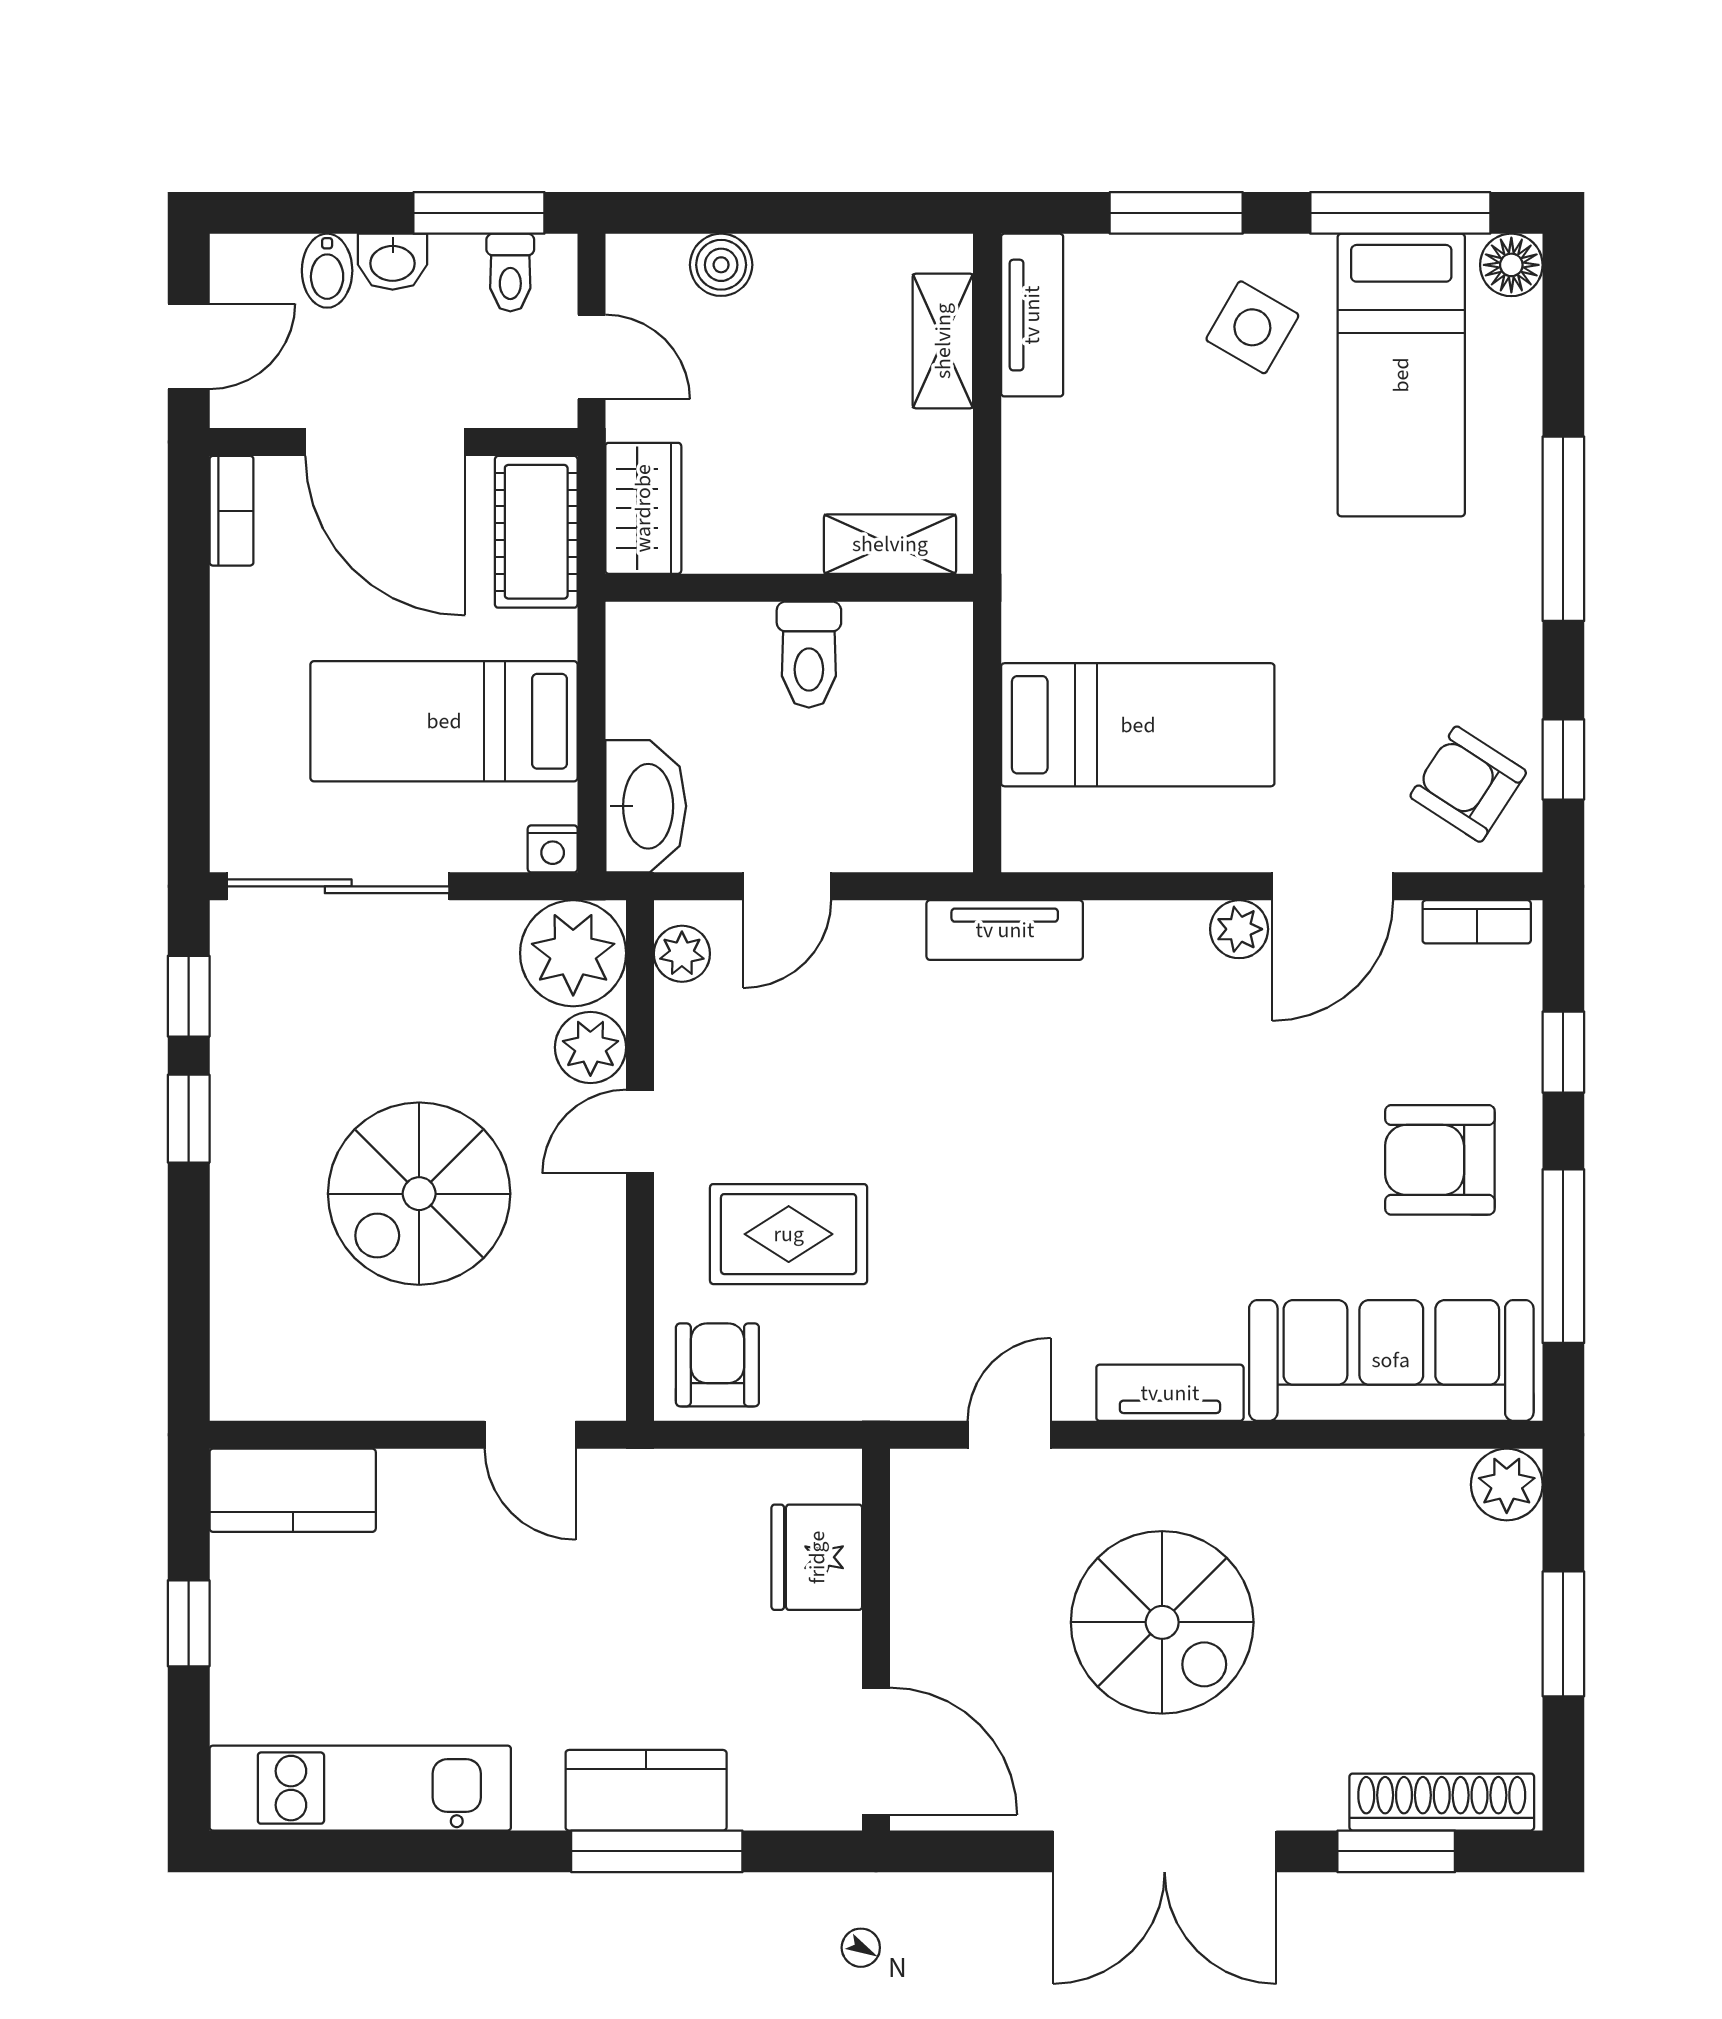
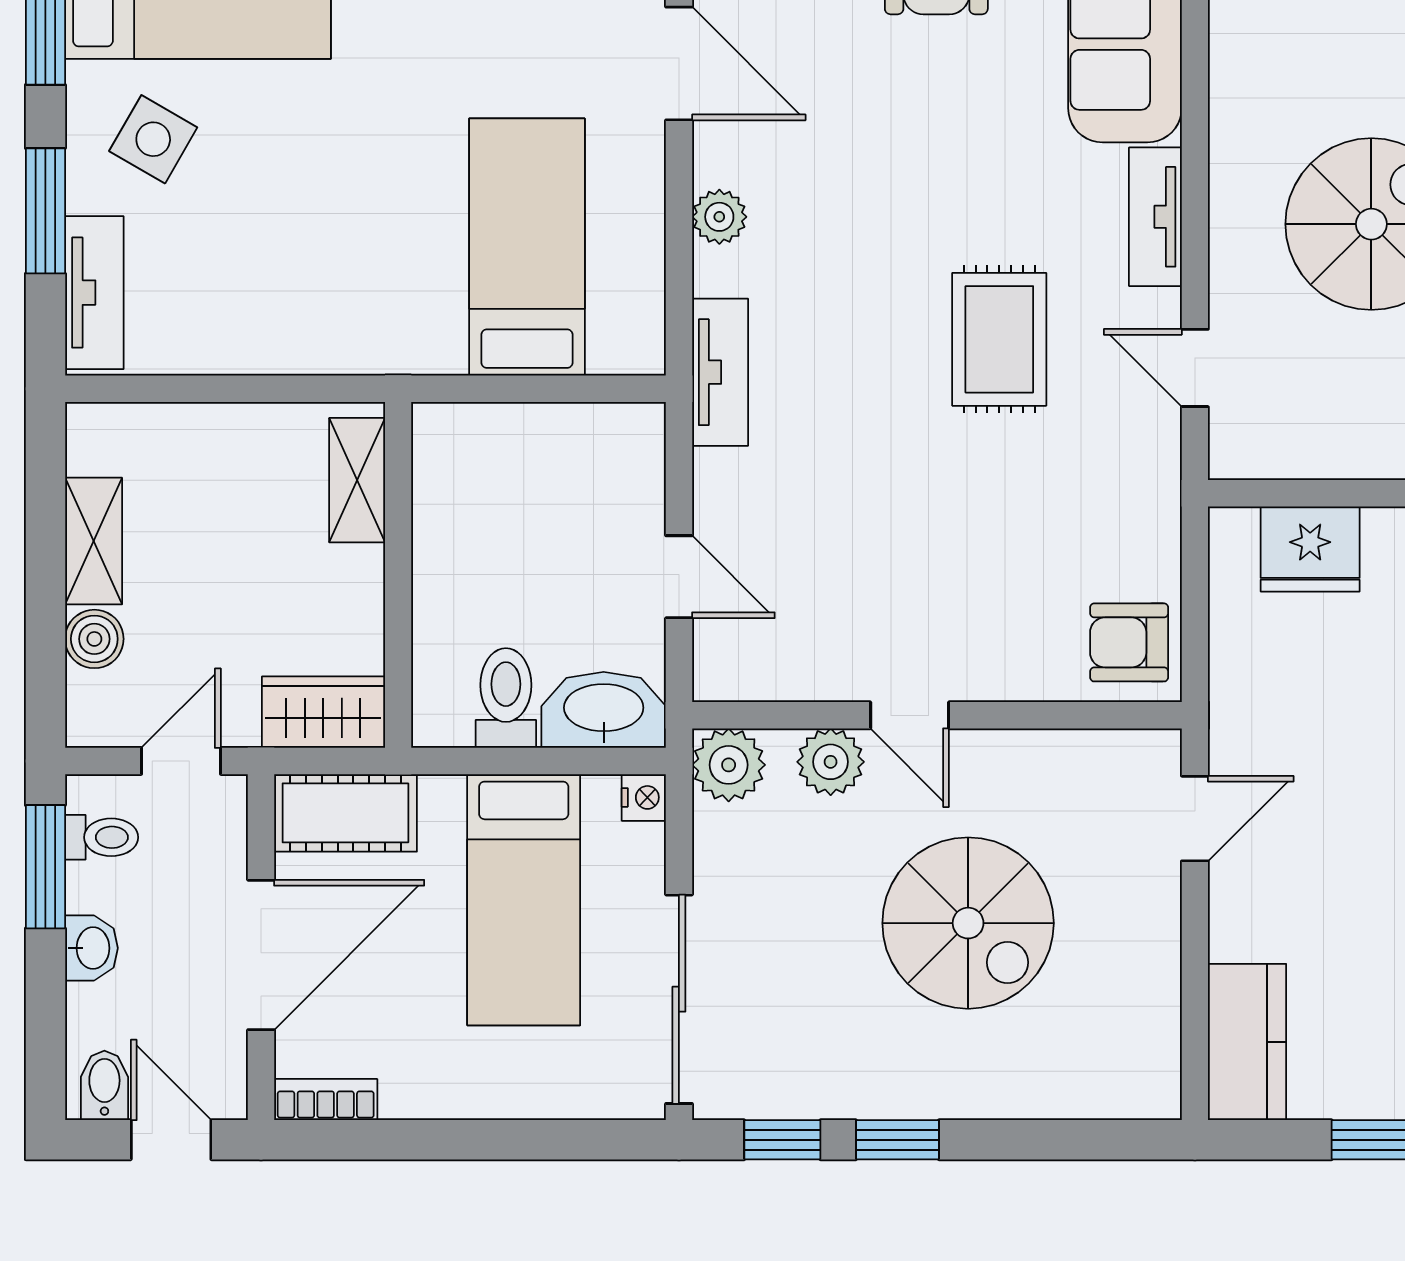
bidet: (327, 271) -> (104, 1085), moved, turned -90
tv unit: (1032, 315) -> (94, 293), moved, turned 90
shelving: (943, 341) -> (94, 541), moved, turned 90
toilet: (809, 655) -> (506, 698), moved, turned -90
plant: (1239, 929) -> (719, 217), moved
plant: (573, 953) -> (729, 765), width x0.73, depth x0.73
plant: (682, 954) -> (742, 676), removed
rug: (789, 1234) -> (999, 339), moved

